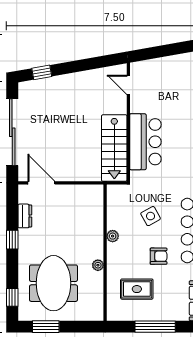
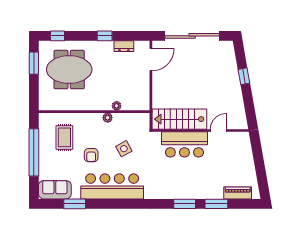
window: (42, 72) -> (244, 76), moved
door: (128, 85) -> (218, 131), moved
plant: (98, 265) -> (117, 106), moved
window: (155, 327) -> (34, 152), width x1.46

